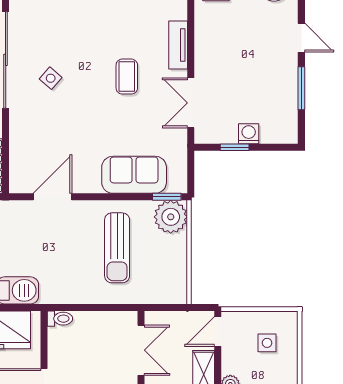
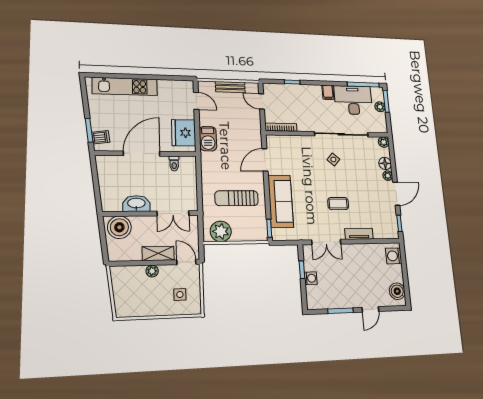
double door: (191, 103) -> (326, 242), swing flipped
sofa: (134, 175) -> (281, 201), width x1.36
door: (53, 197) -> (265, 160), swing flipped
plant: (171, 217) -> (221, 231), moved
toilet: (60, 319) -> (174, 163), moved

